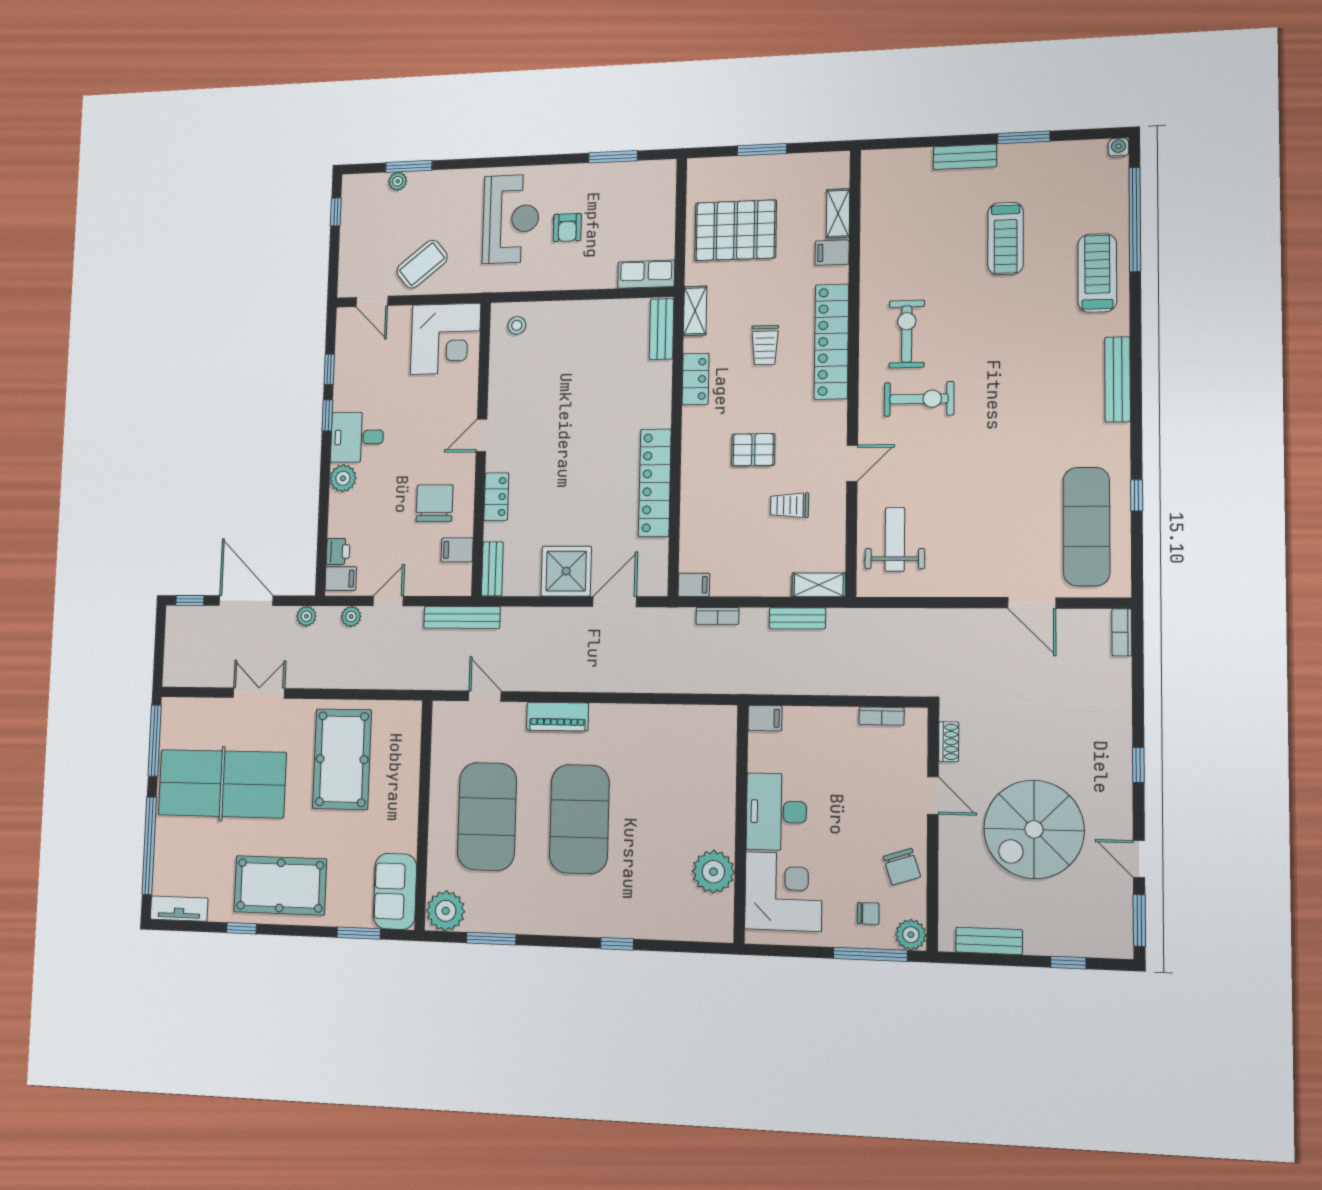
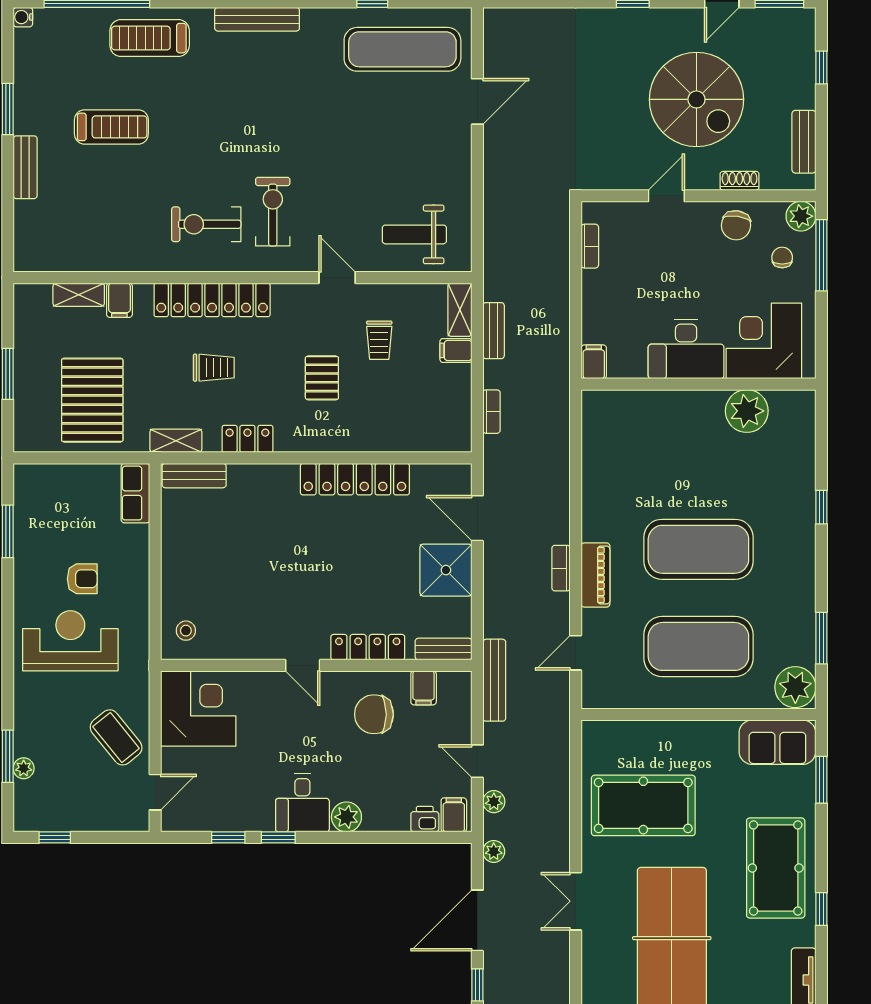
locker: (496, 497) -> (368, 647), width x1.53
filing cabinet: (694, 585) -> (456, 350), moved, turned -90
bookcase: (1122, 632) -> (561, 568), moved, turned 90
shoe rack: (949, 742) -> (740, 181), moved
chair: (902, 867) -> (736, 225), turned 116

